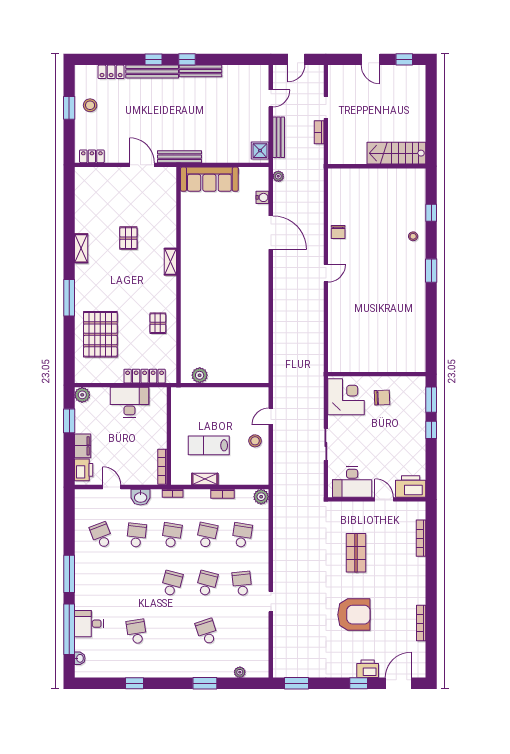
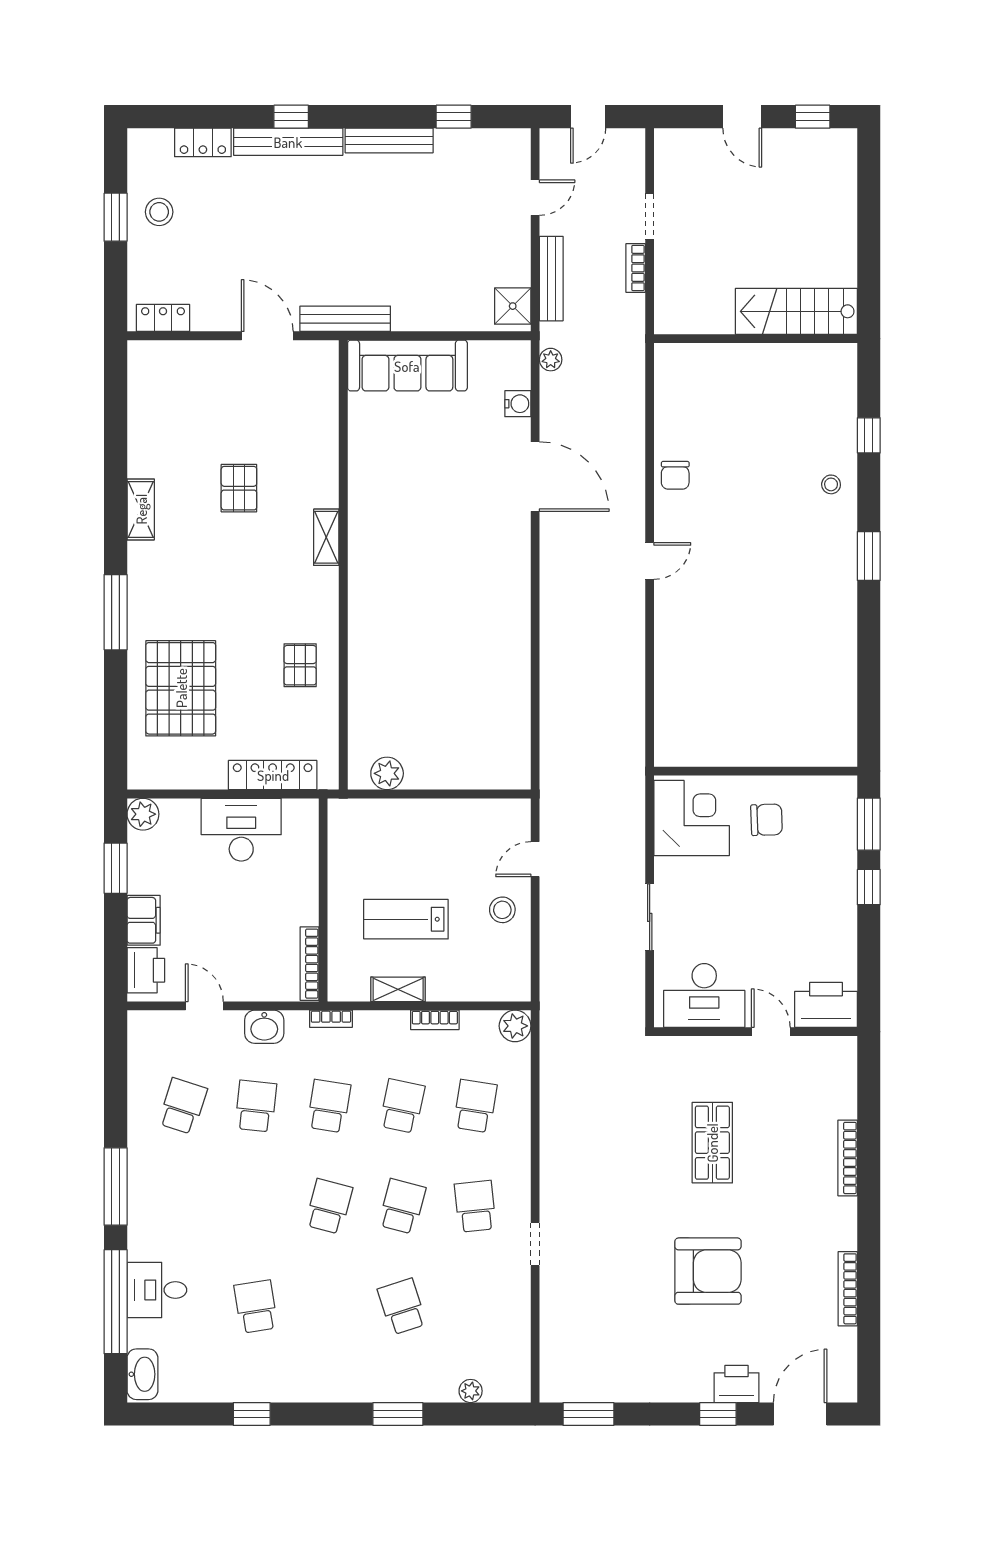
window: (187, 59) -> (454, 117), moved
school desk: (101, 535) -> (183, 1106), turned 39
bookcase: (421, 538) -> (848, 1158), moved
washbasin: (80, 658) -> (142, 1374), width x1.91, depth x1.45

